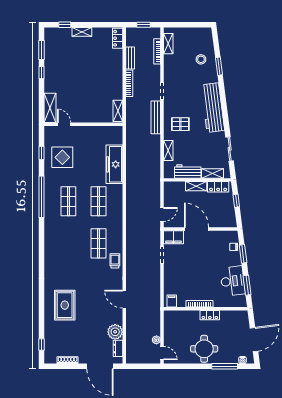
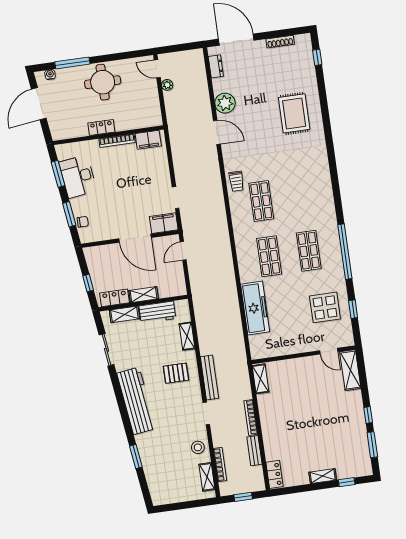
stool: (201, 59) -> (198, 447), moved
filing cabinet: (172, 301) -> (148, 140), width x2.00
plant: (115, 332) -> (225, 103), moved

